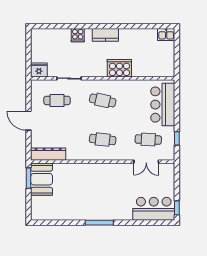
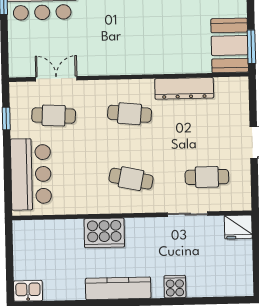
kitchen counter: (105, 35) -> (118, 288), width x1.50
dresser: (48, 154) -> (184, 88), moved

